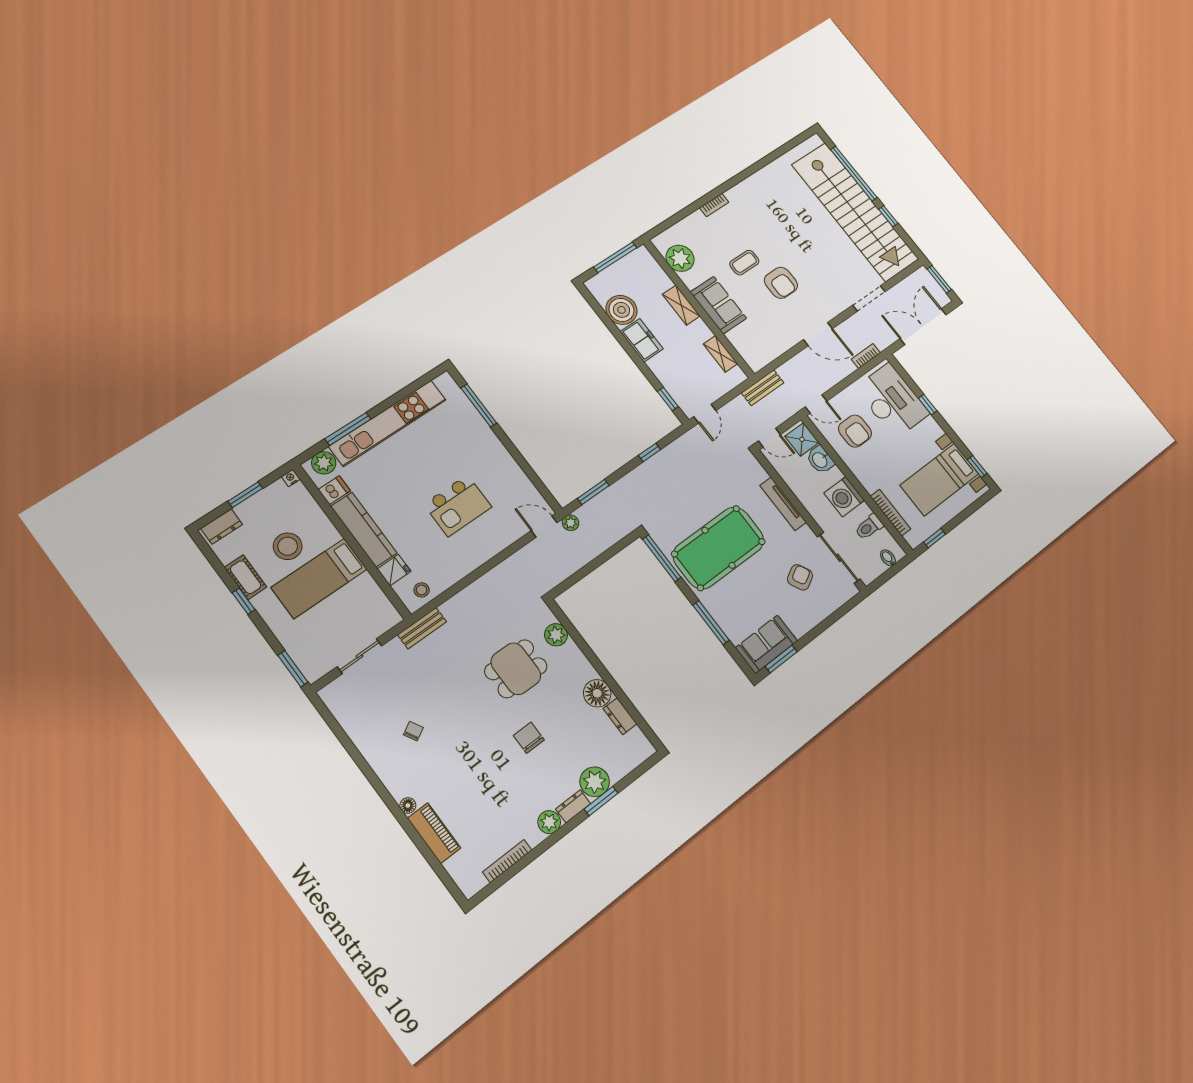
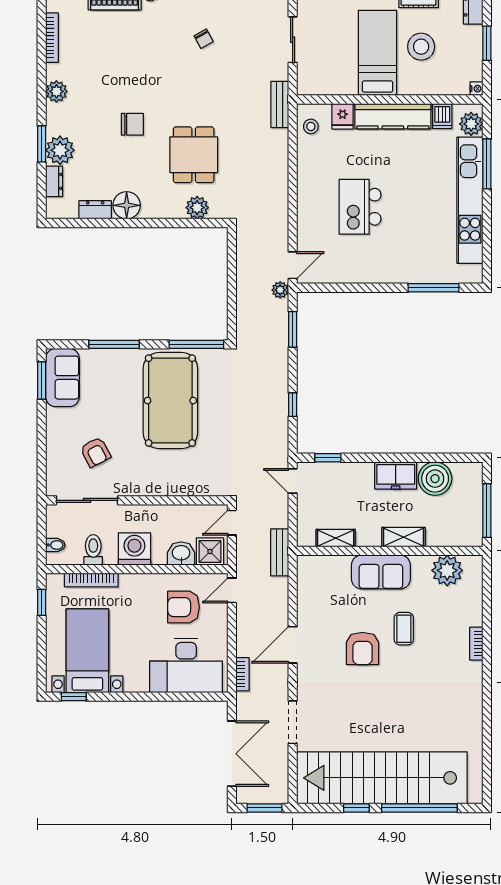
armchair: (781, 283) -> (362, 648), turned -90
window: (928, 405) -> (160, 697), removed
tv unit: (783, 504) -> (167, 488), removed
dresser: (573, 806) -> (54, 181), moved

